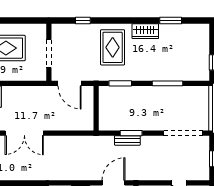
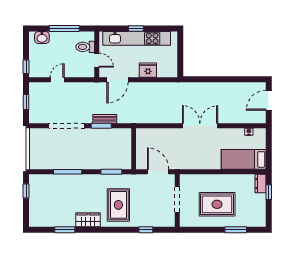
doorway: (183, 133) -> (67, 126), moved

